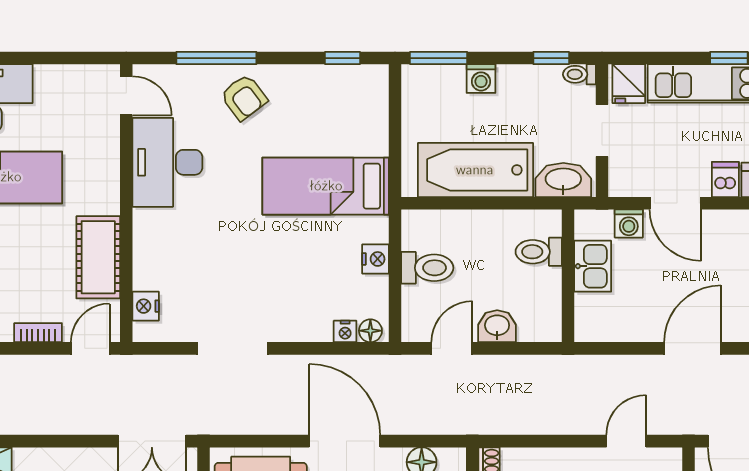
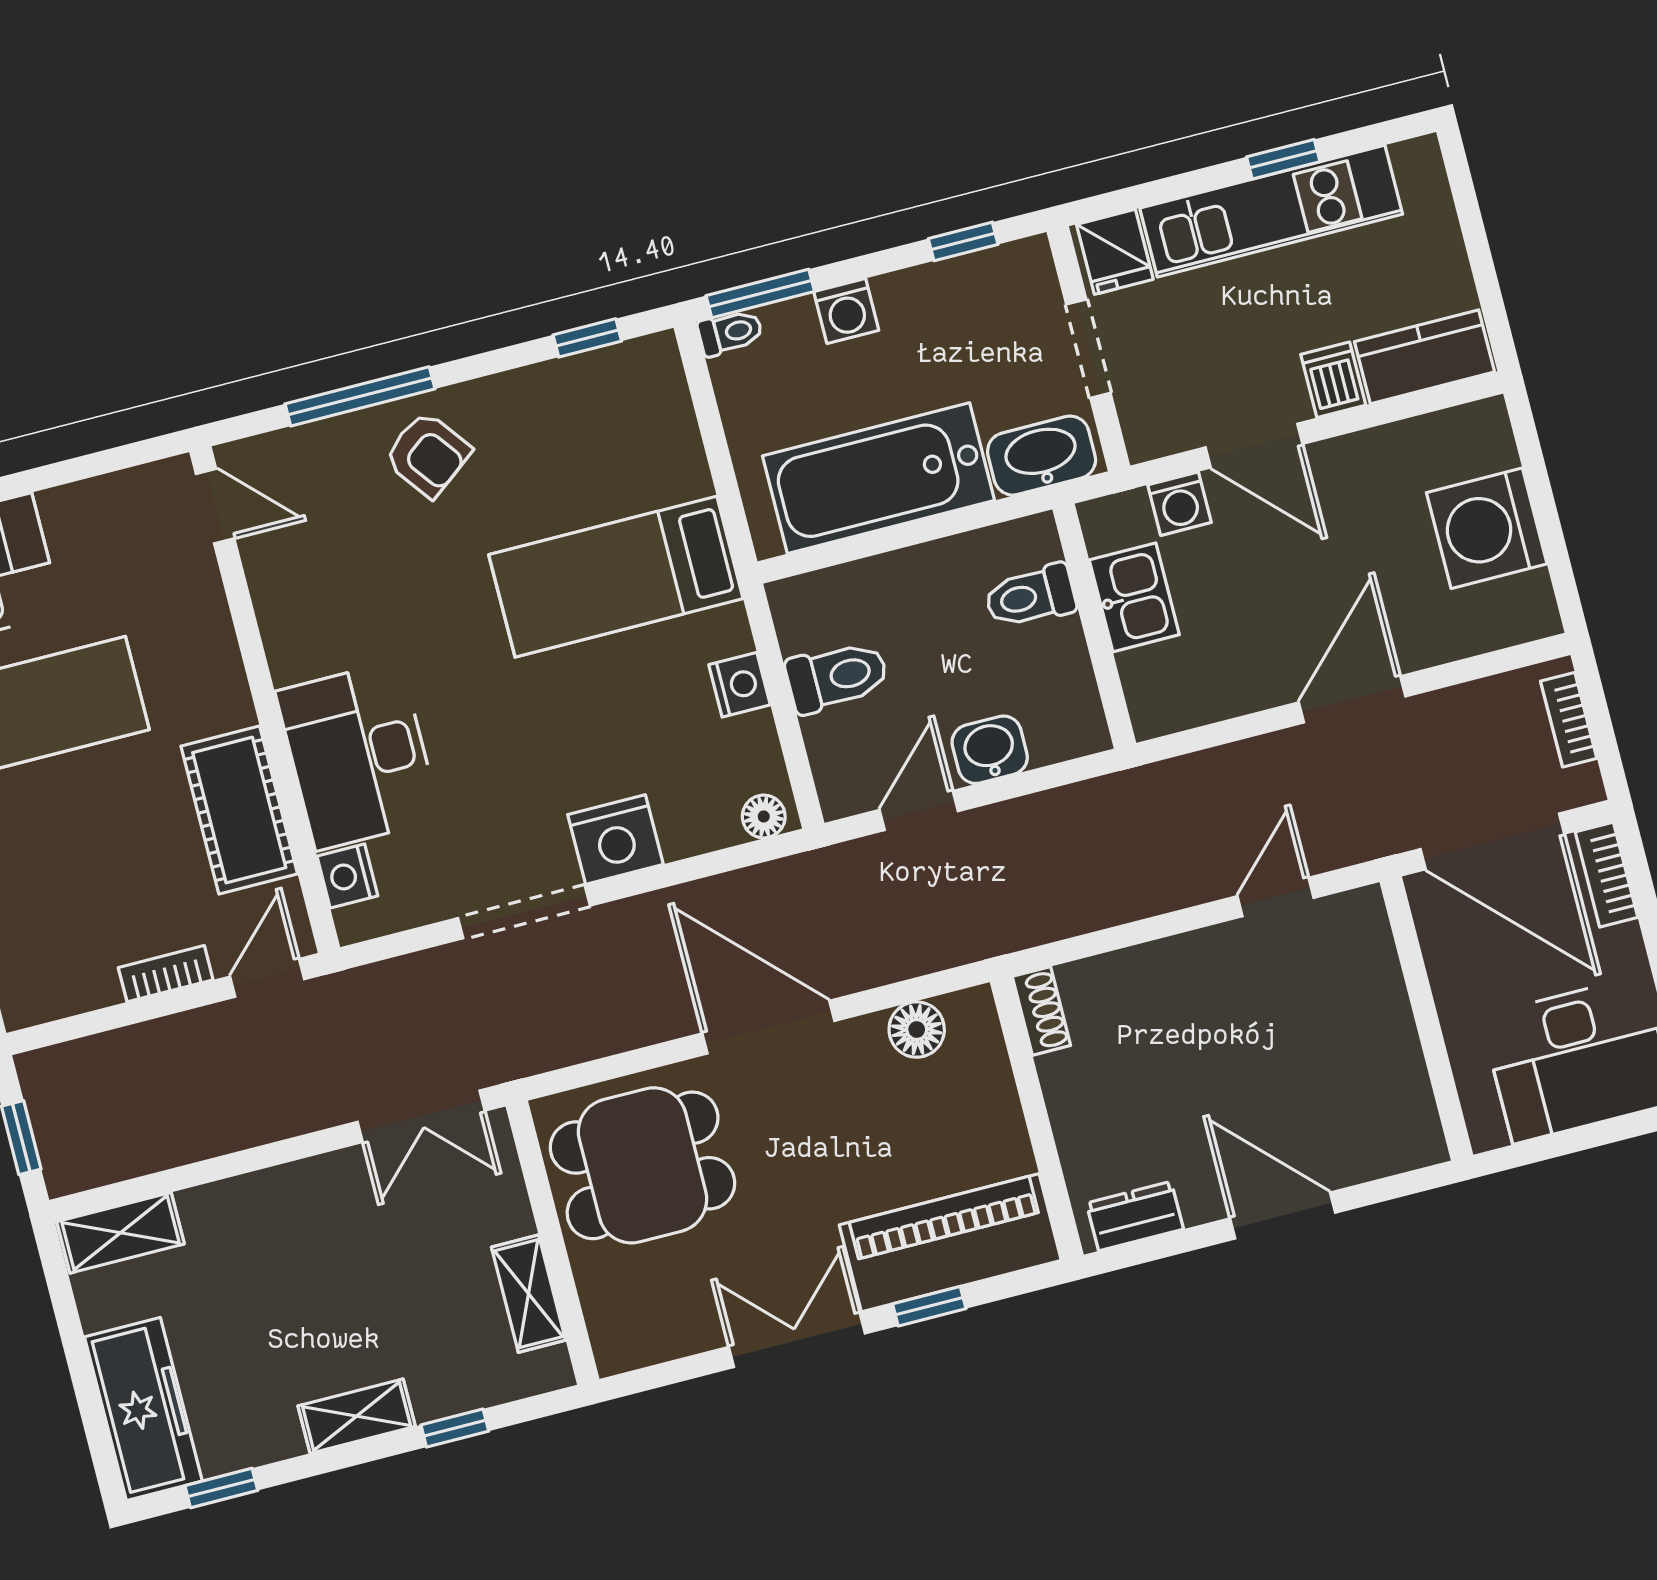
toilet: (579, 74) -> (730, 333), moved, turned 180
desk: (167, 162) -> (358, 755), moved
nightstand: (345, 331) -> (615, 839), moved, width x1.89, depth x1.79

